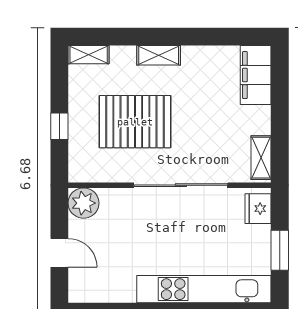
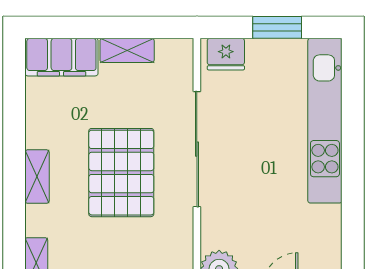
pallet: (135, 122) -> (121, 173), moved
shelving: (261, 158) -> (127, 50), moved

